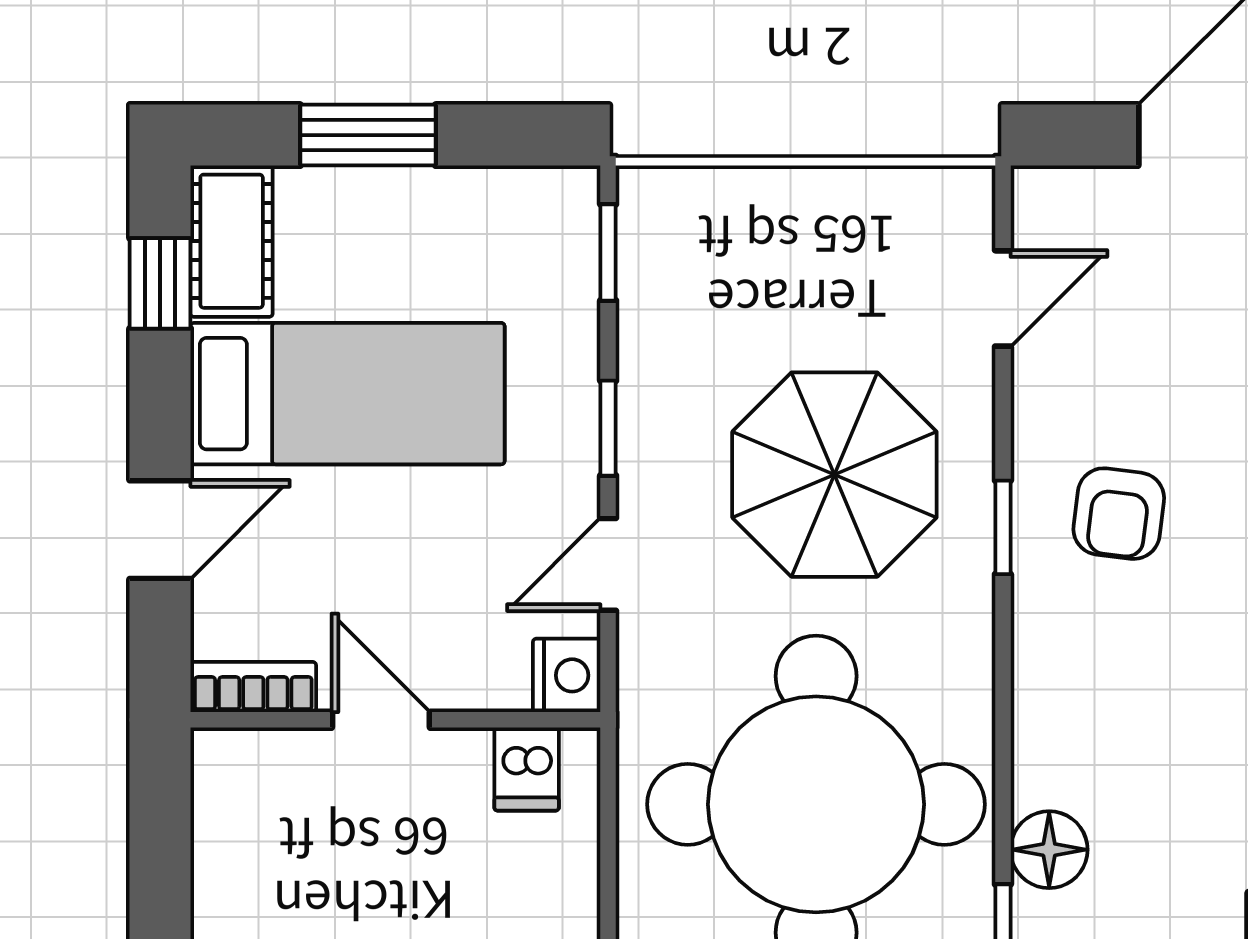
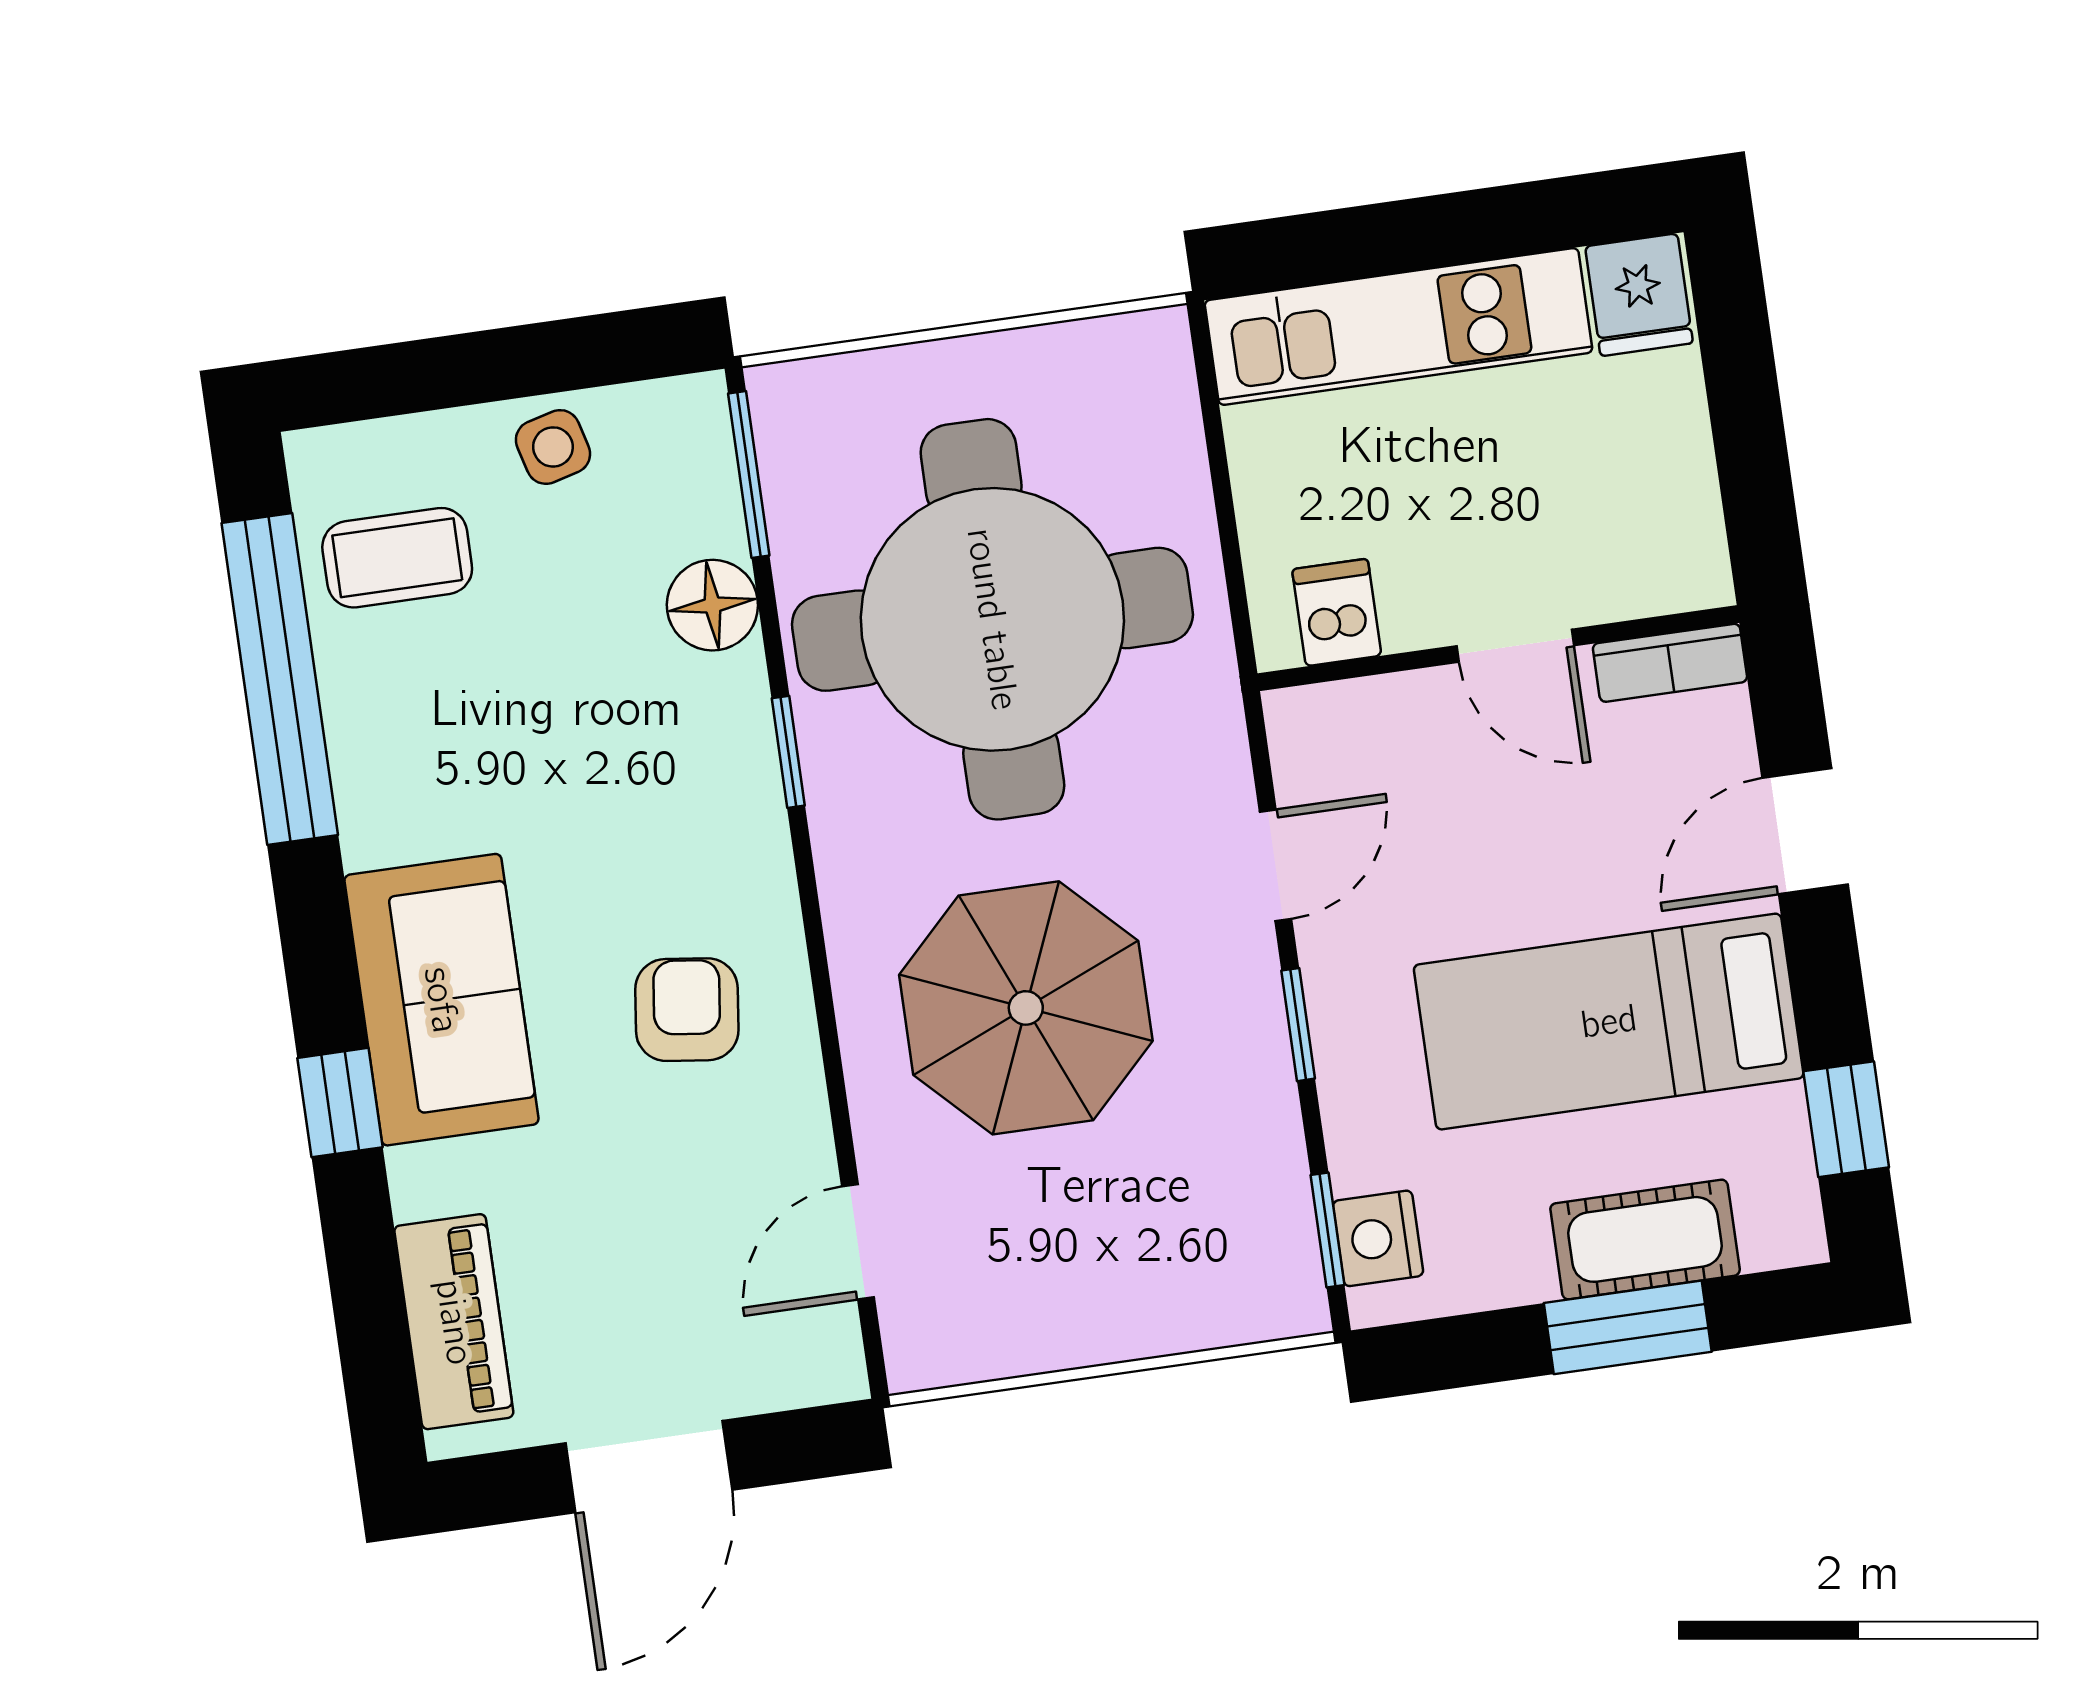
cot: (232, 241) -> (1645, 1239), moved, turned 90
window: (1003, 527) -> (788, 752), moved
nightstand: (567, 675) -> (1378, 1238), moved

